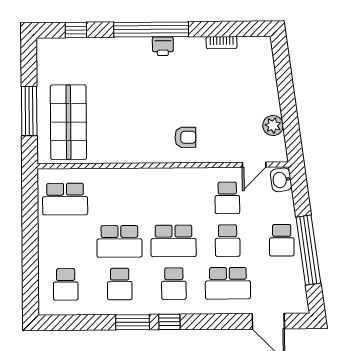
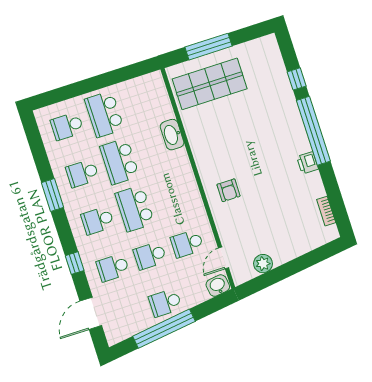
window: (76, 30) -> (297, 79), moved
bookcase: (222, 43) -> (326, 211), moved
printer: (163, 46) -> (307, 163), moved
door: (254, 165) -> (224, 258), hinge flipped
washbasin: (109, 178) -> (172, 135), added
school desk: (65, 199) -> (104, 114), moved
school desk: (228, 283) -> (113, 268), width x0.54
window: (169, 322) -> (75, 263), moved

